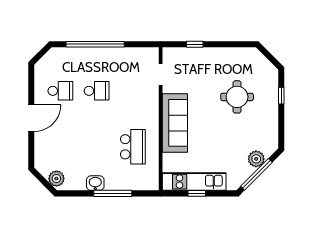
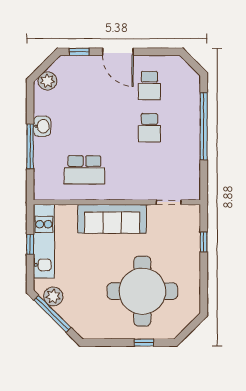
round table: (237, 97) -> (142, 291), width x1.86, depth x1.86
window: (31, 151) -> (79, 52), added
plant: (256, 159) -> (53, 296), moved

